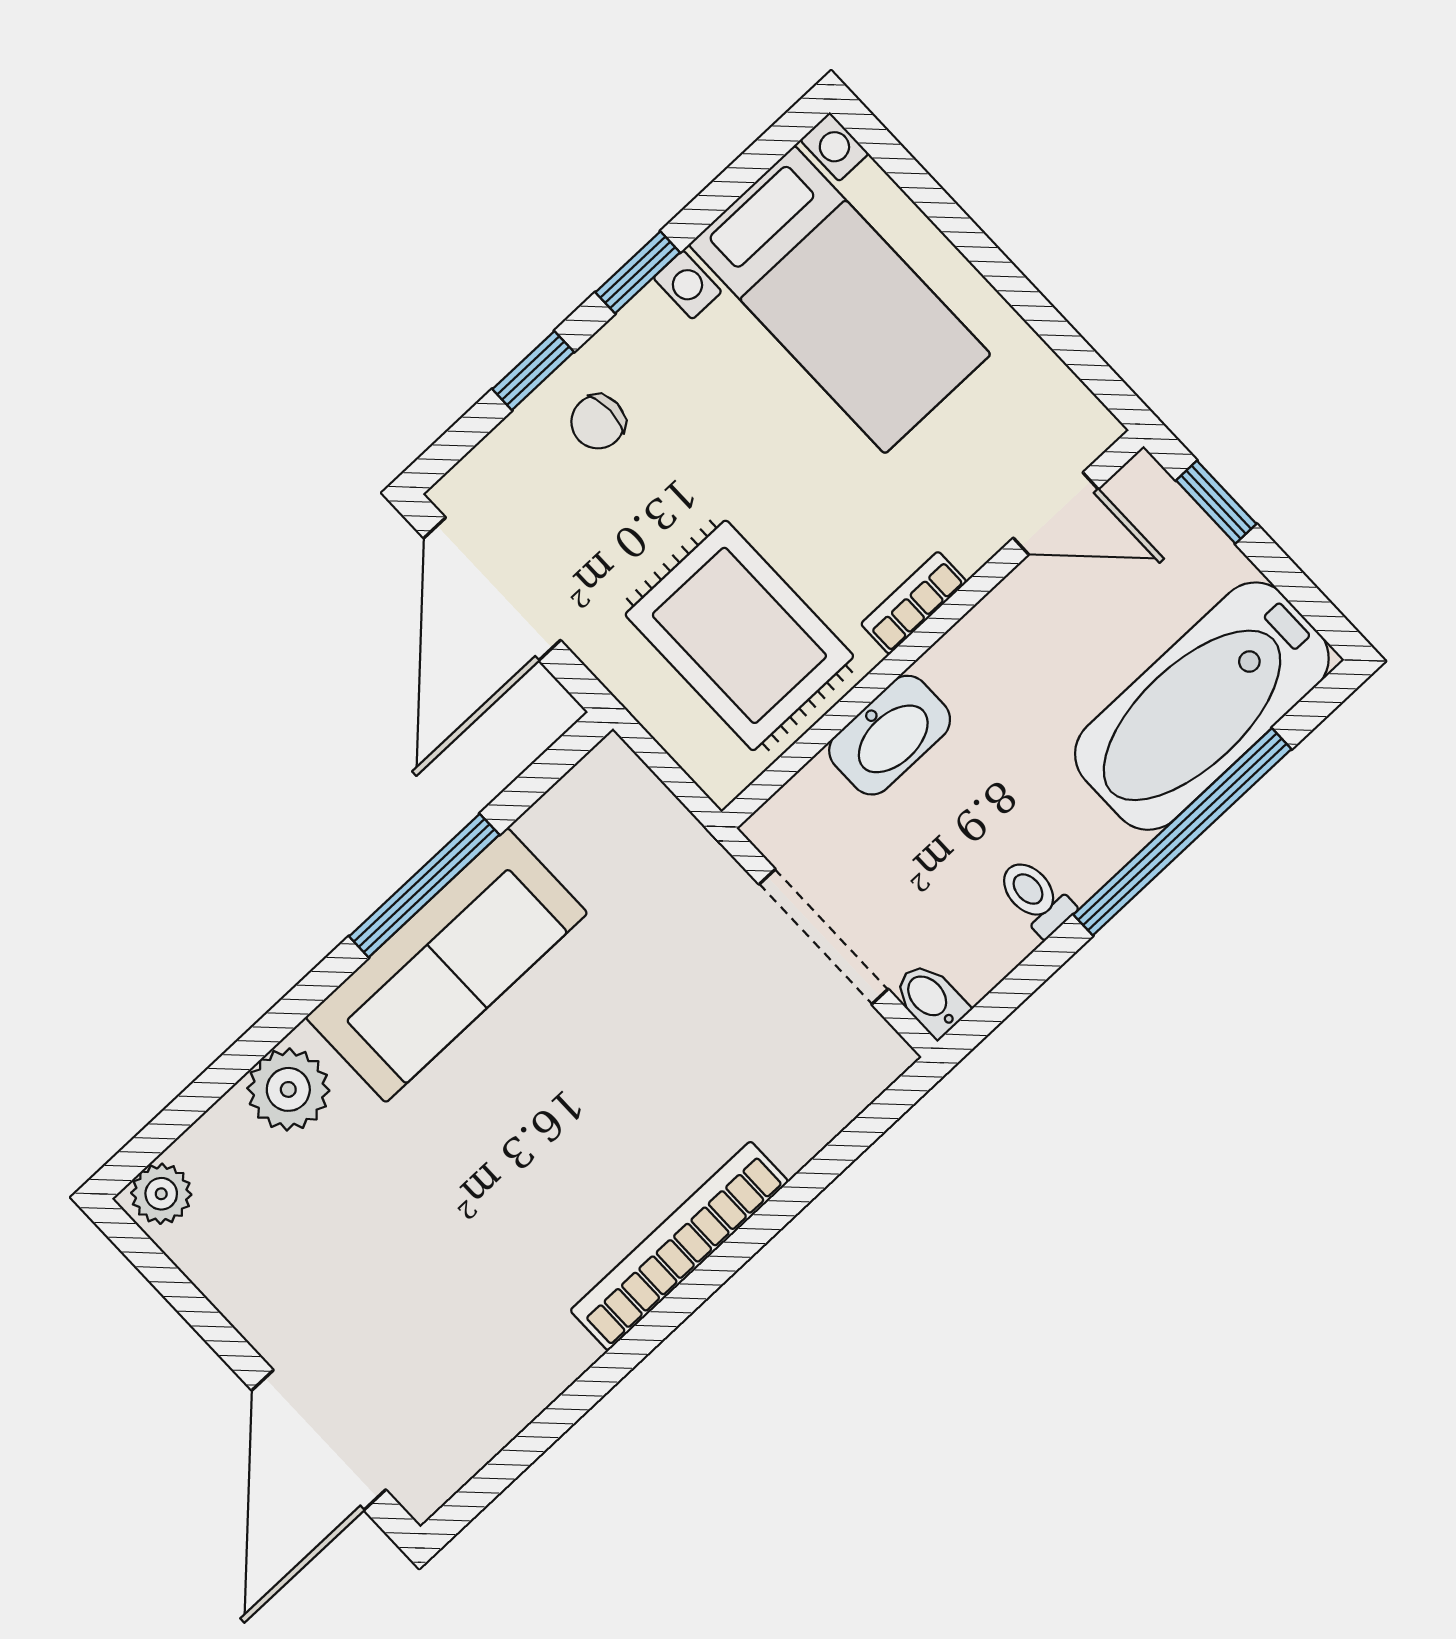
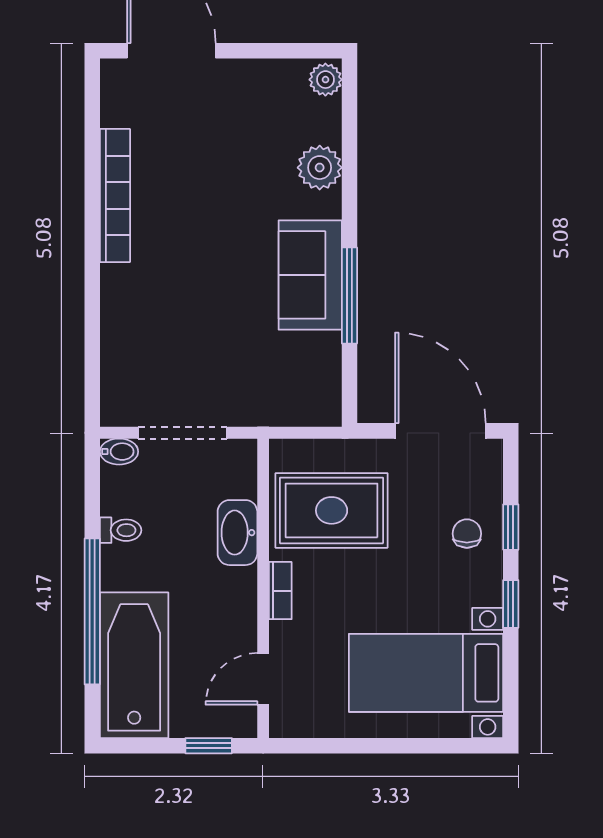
sofa: (446, 965) -> (310, 275), width x0.73
bookcase: (679, 1246) -> (115, 196), moved

